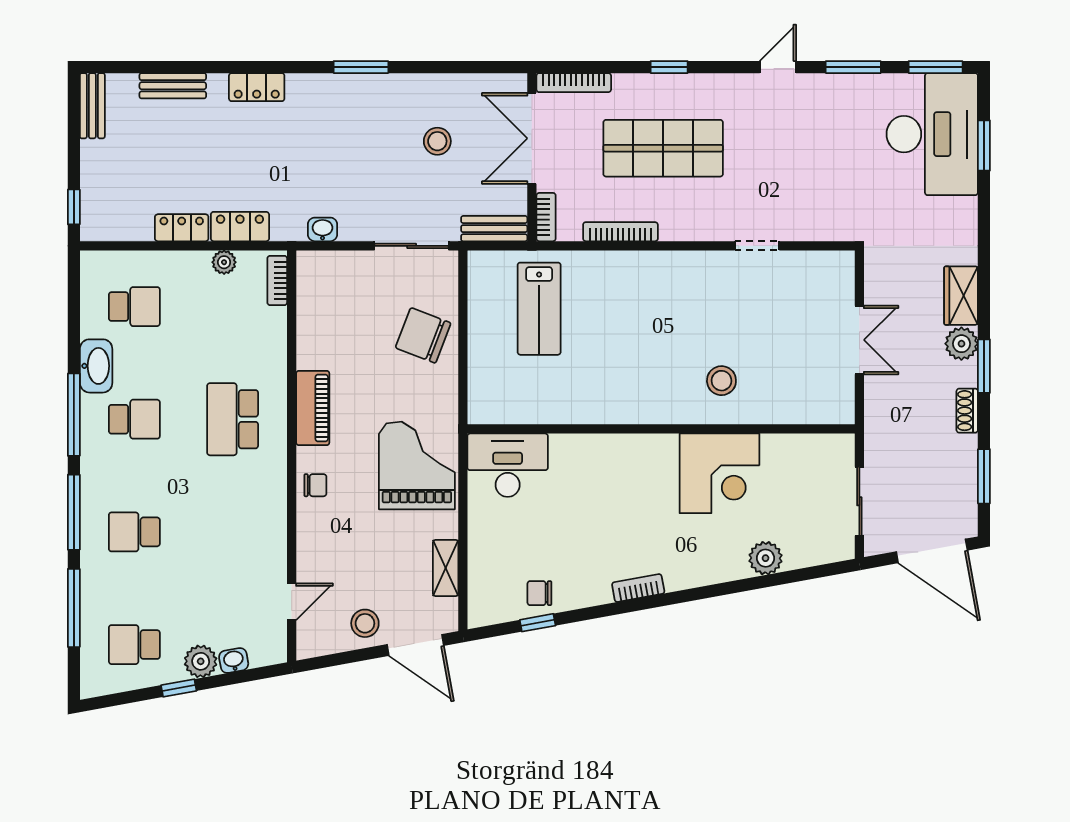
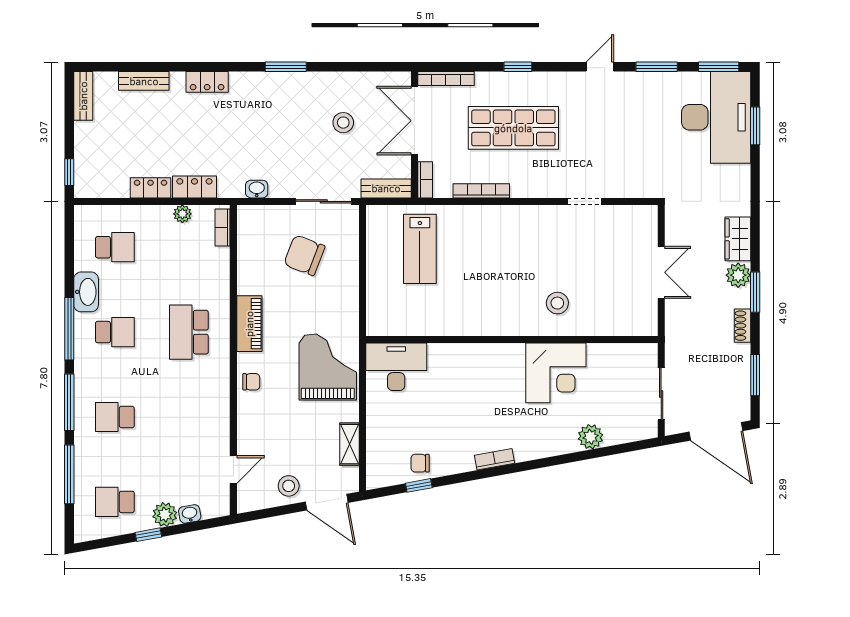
chair: (423, 335) -> (304, 255), moved

